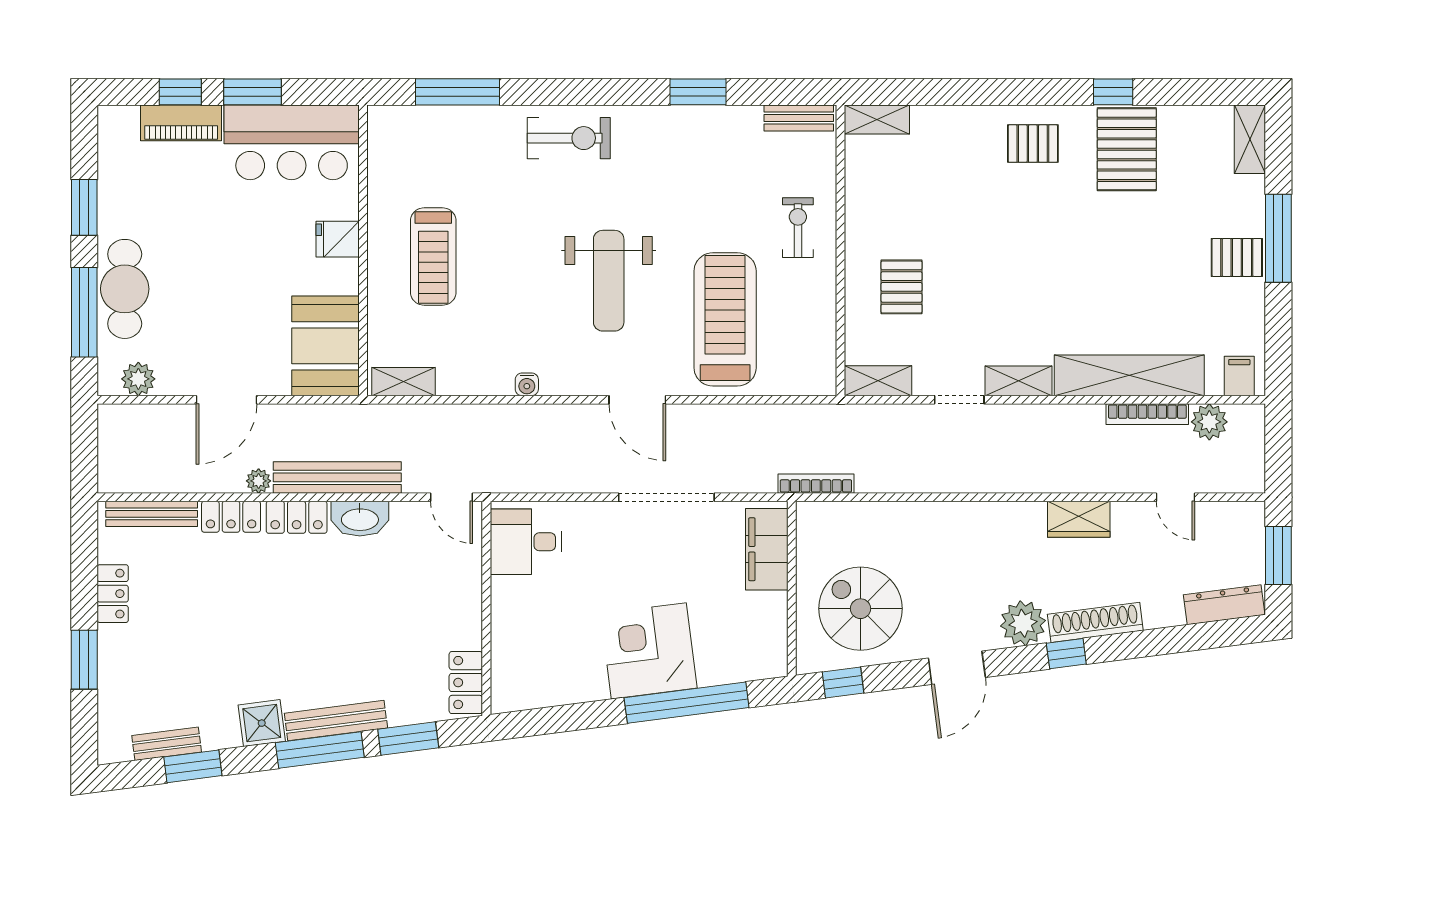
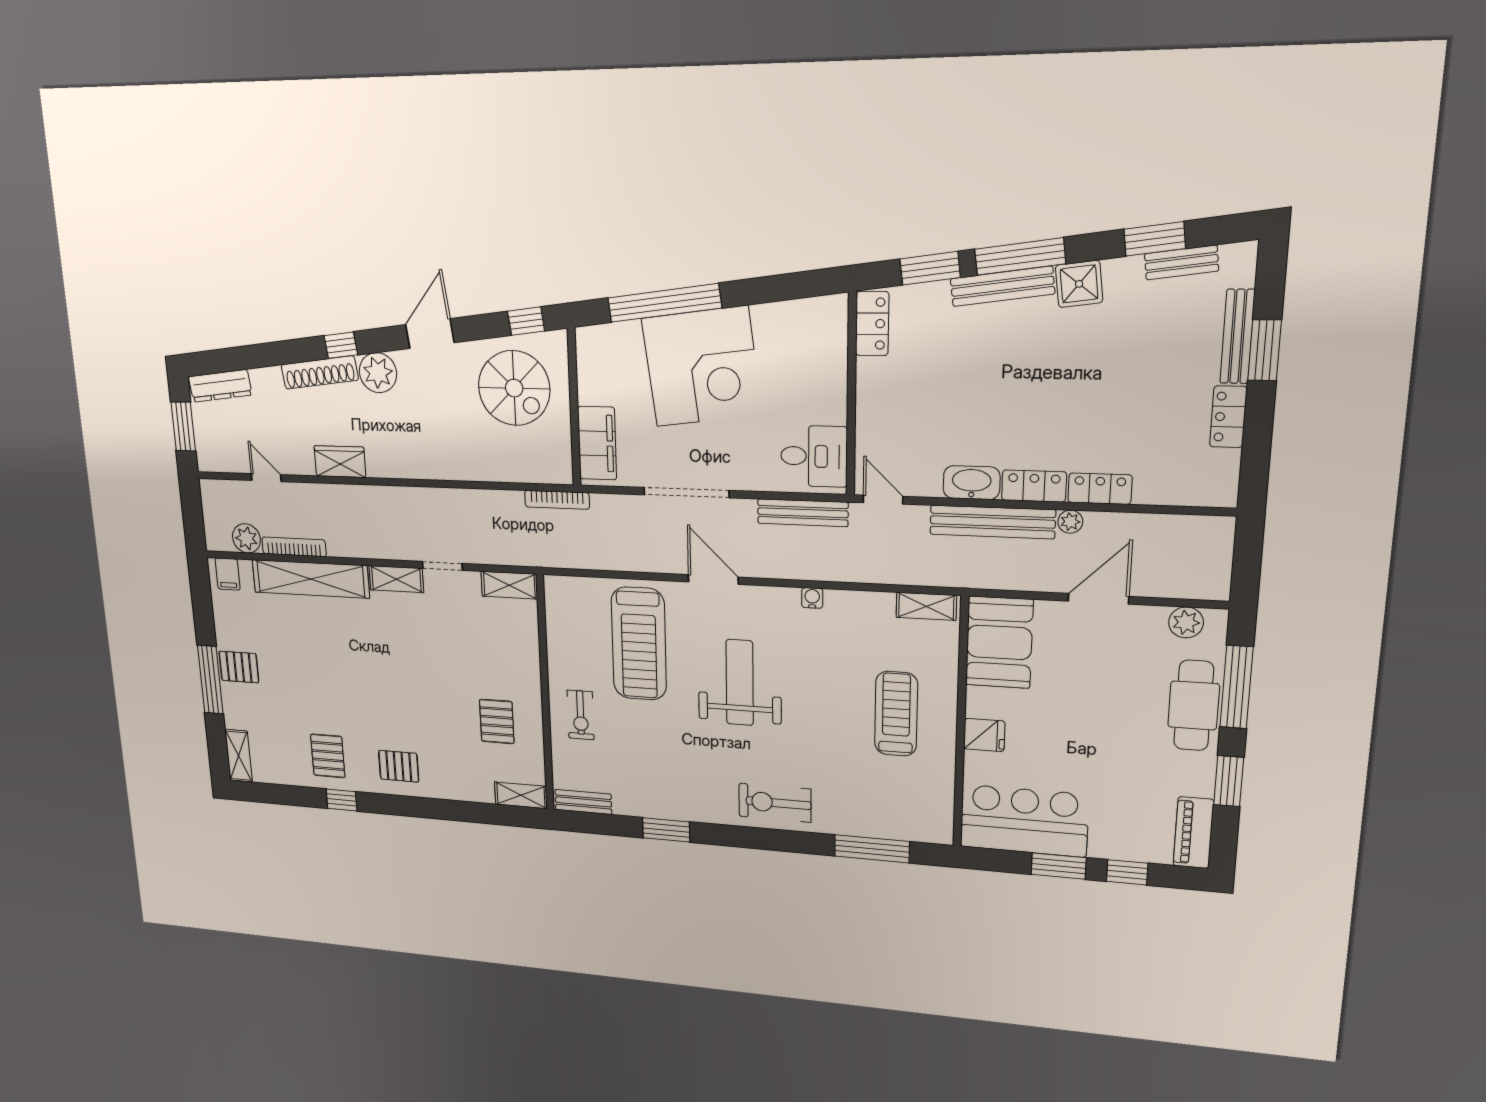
piano: (181, 123) -> (1193, 833), moved, turned -90
pallet: (1127, 149) -> (328, 756), width x0.67, depth x0.71
pallet: (902, 287) -> (497, 721), moved
bench: (538, 480) -> (803, 513), added
bench: (152, 514) -> (1237, 337), moved, turned 90
corner desk: (649, 651) -> (702, 367), width x1.36, depth x1.36

